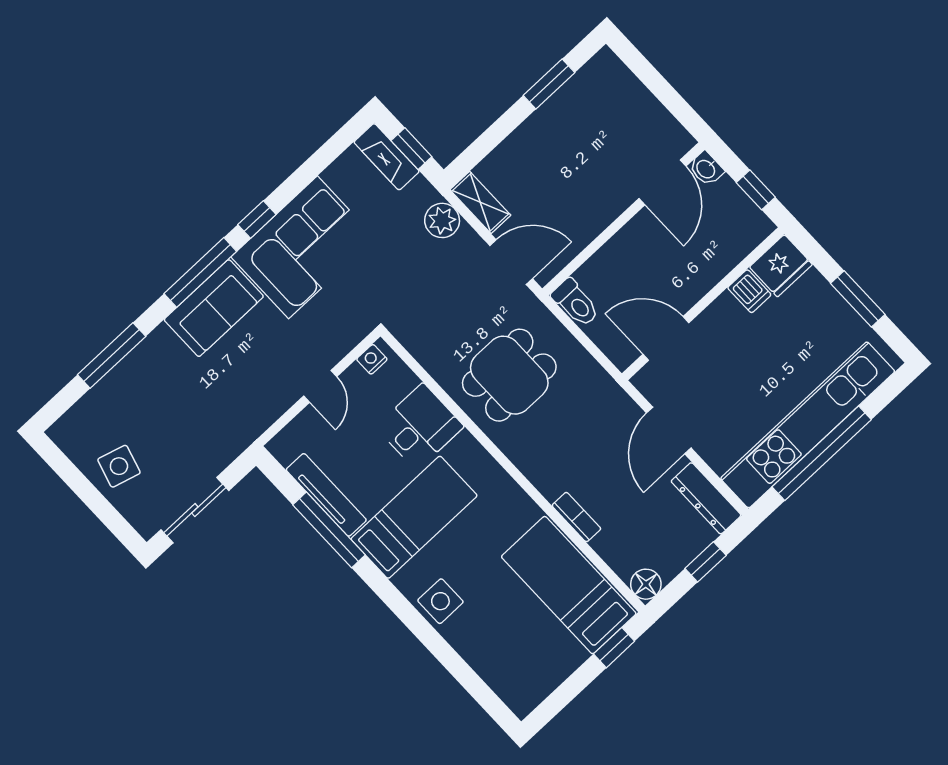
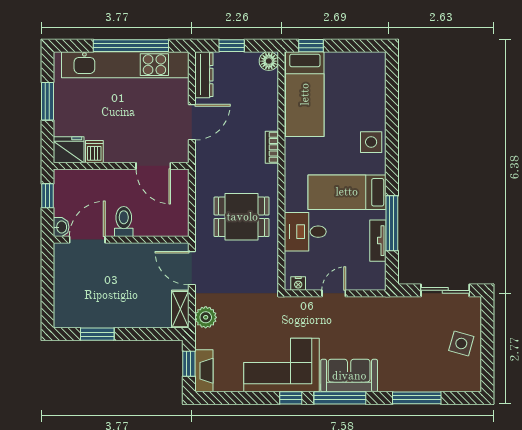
toilet: (576, 303) -> (124, 222), moved
tv unit: (326, 495) -> (378, 241), width x0.71
bookcase: (576, 517) -> (272, 147), moved

